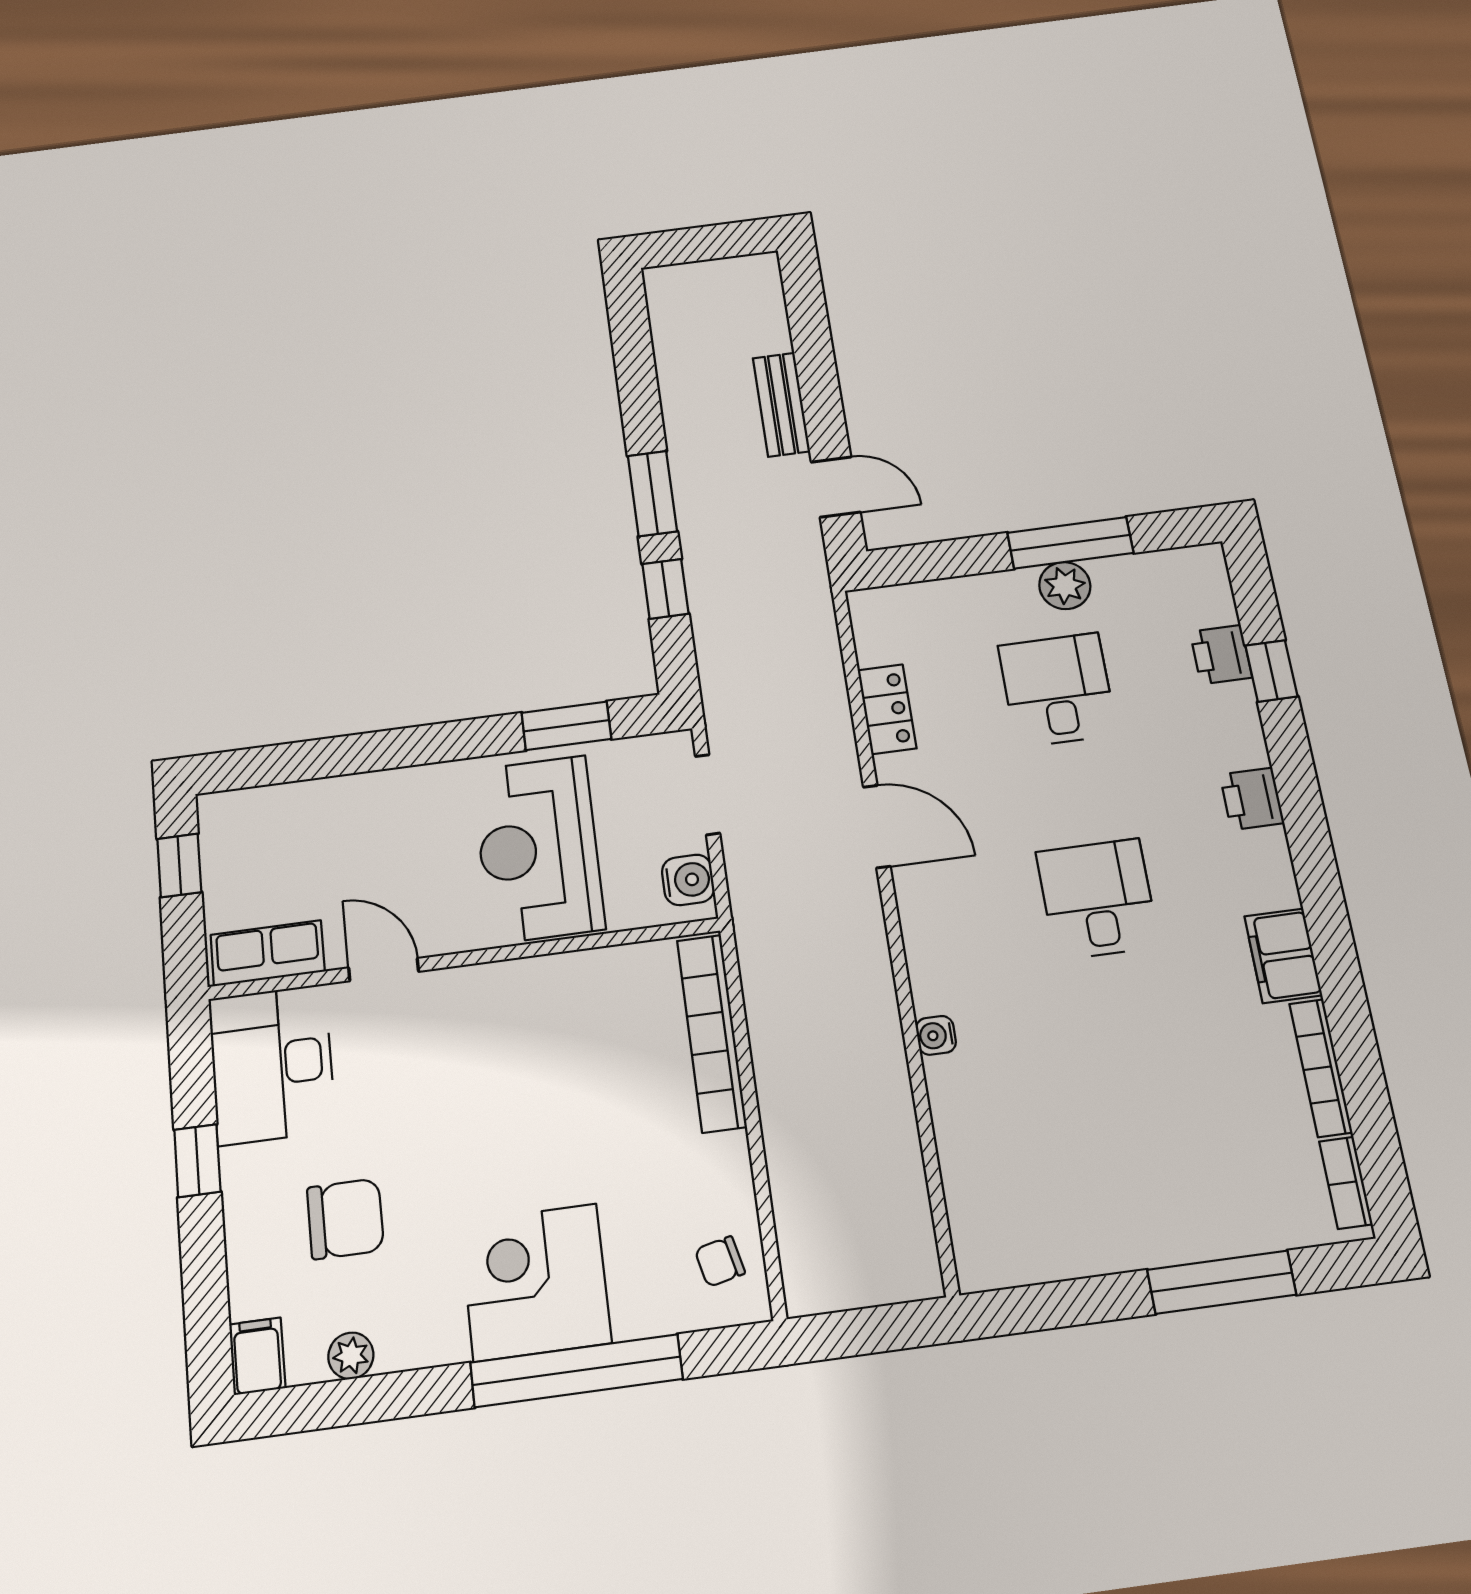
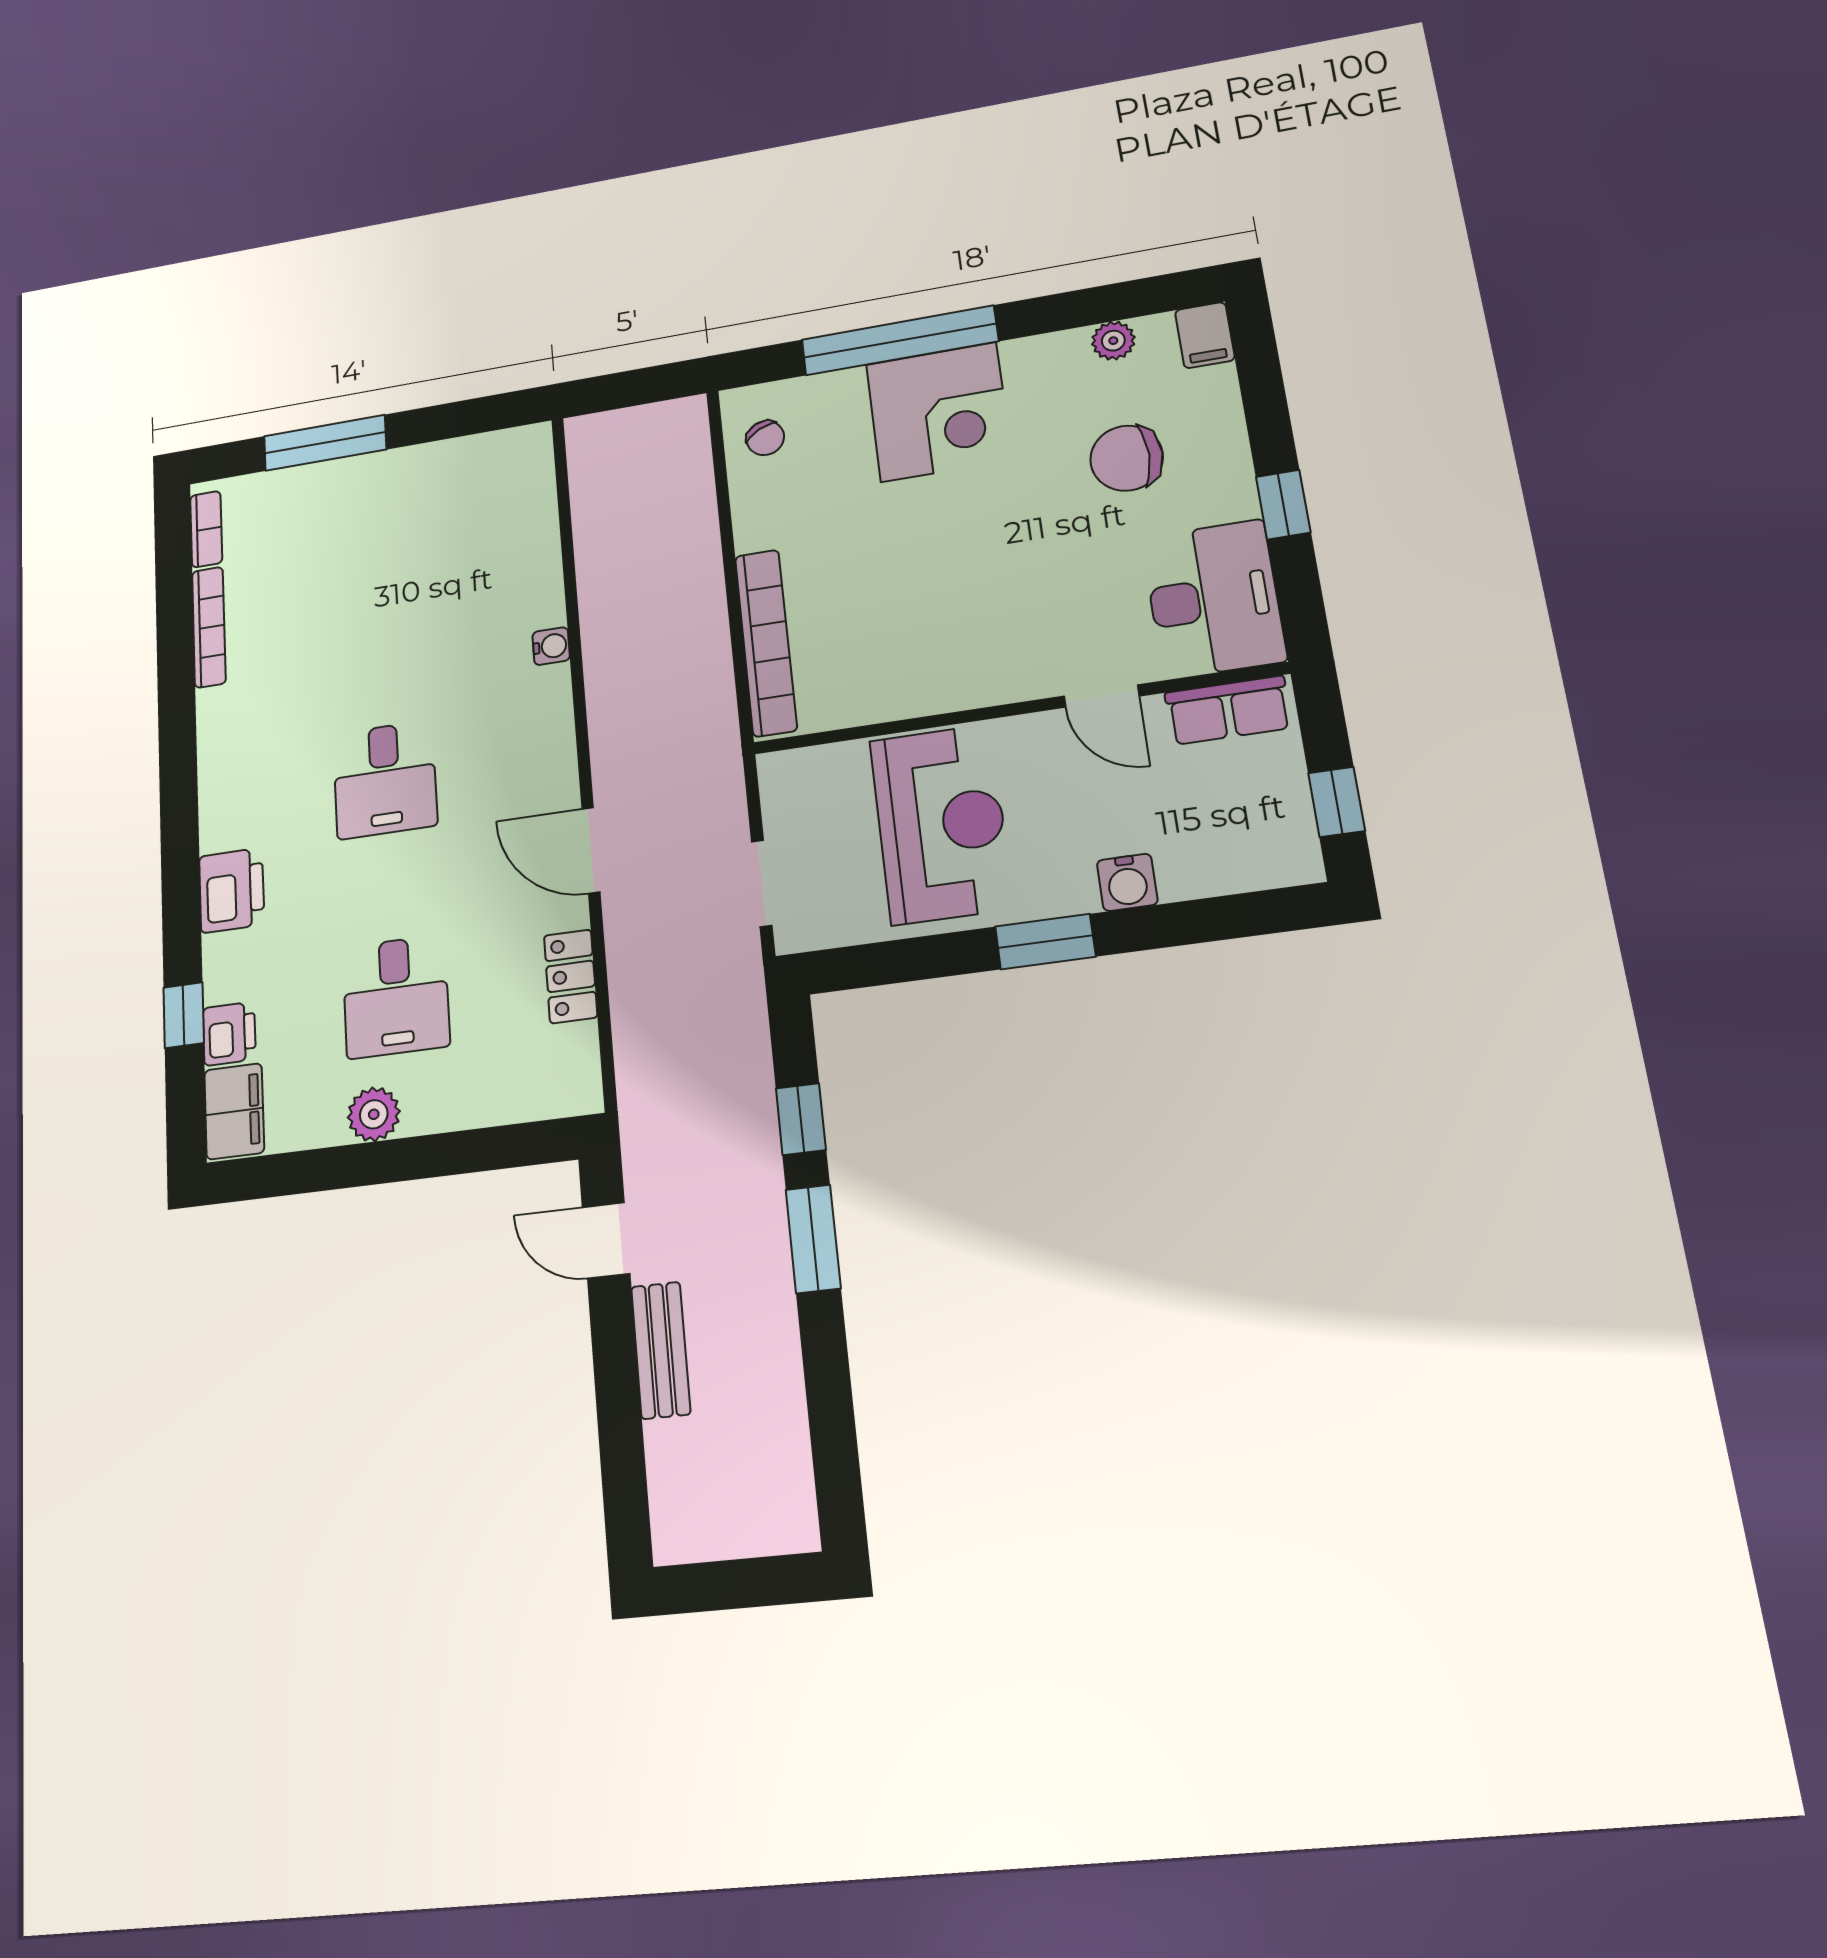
window: (1070, 543) -> (362, 1165), removed
window: (566, 726) -> (1045, 942), moved
printer: (1252, 799) -> (232, 890), width x1.36, depth x1.24
water cooler: (688, 880) -> (1127, 882), moved, turned -90
filing cabinet: (1283, 956) -> (234, 1111), moved
chair: (720, 1261) -> (765, 438), turned 76

